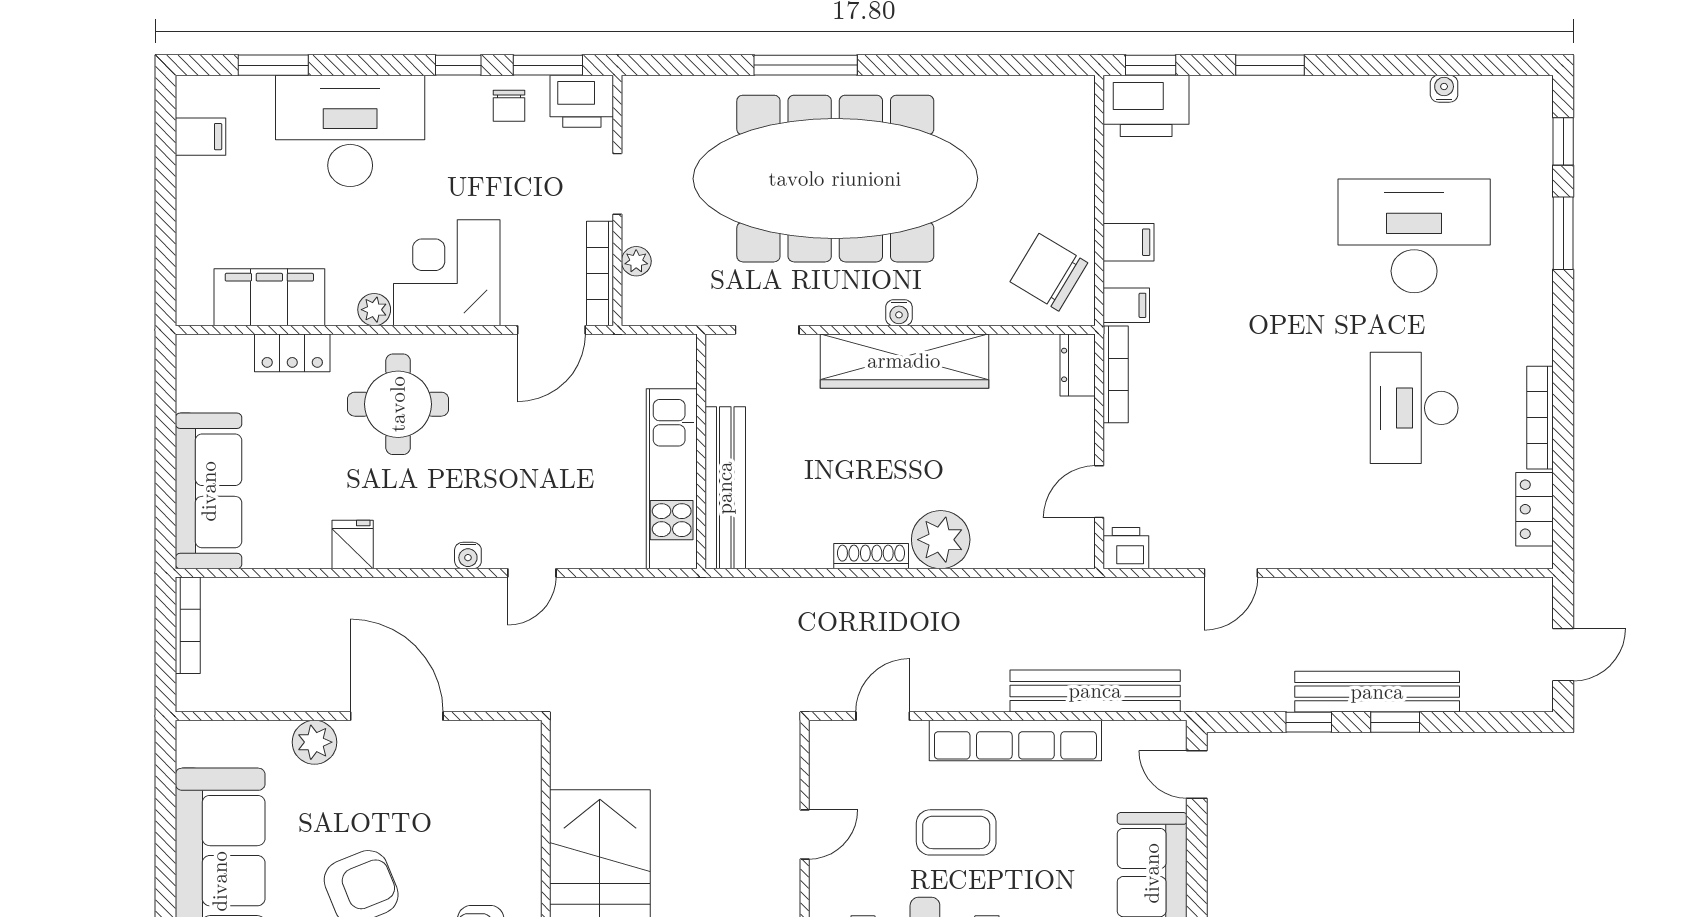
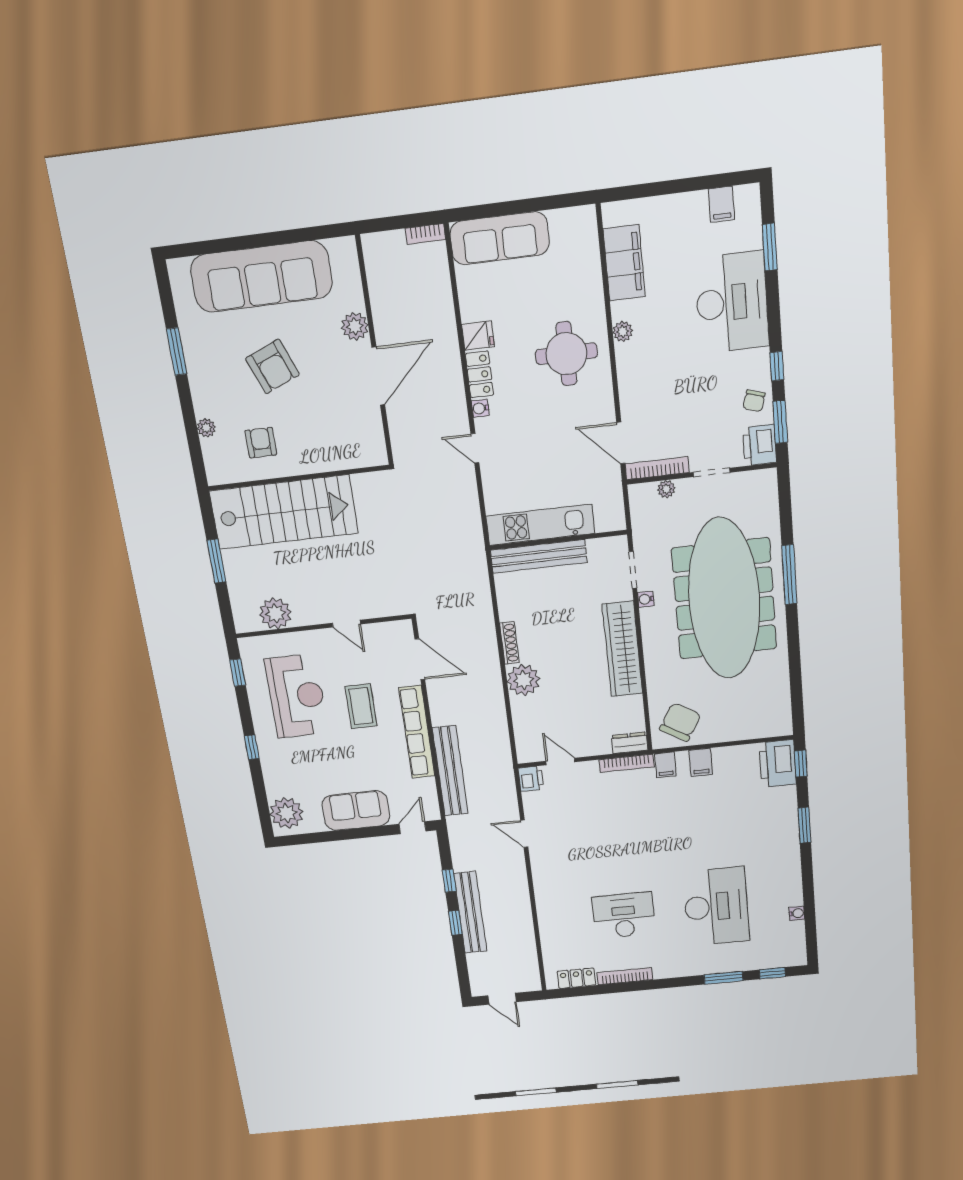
chair: (509, 106) -> (754, 401), turned -73
corner desk: (447, 273) -> (649, 374), removed
water cooler: (899, 313) -> (646, 599), moved
locker: (292, 353) -> (479, 374), moved, turned 180
bookcase: (188, 625) -> (425, 234), width x0.64
door: (883, 716) -> (420, 659), width x1.38

